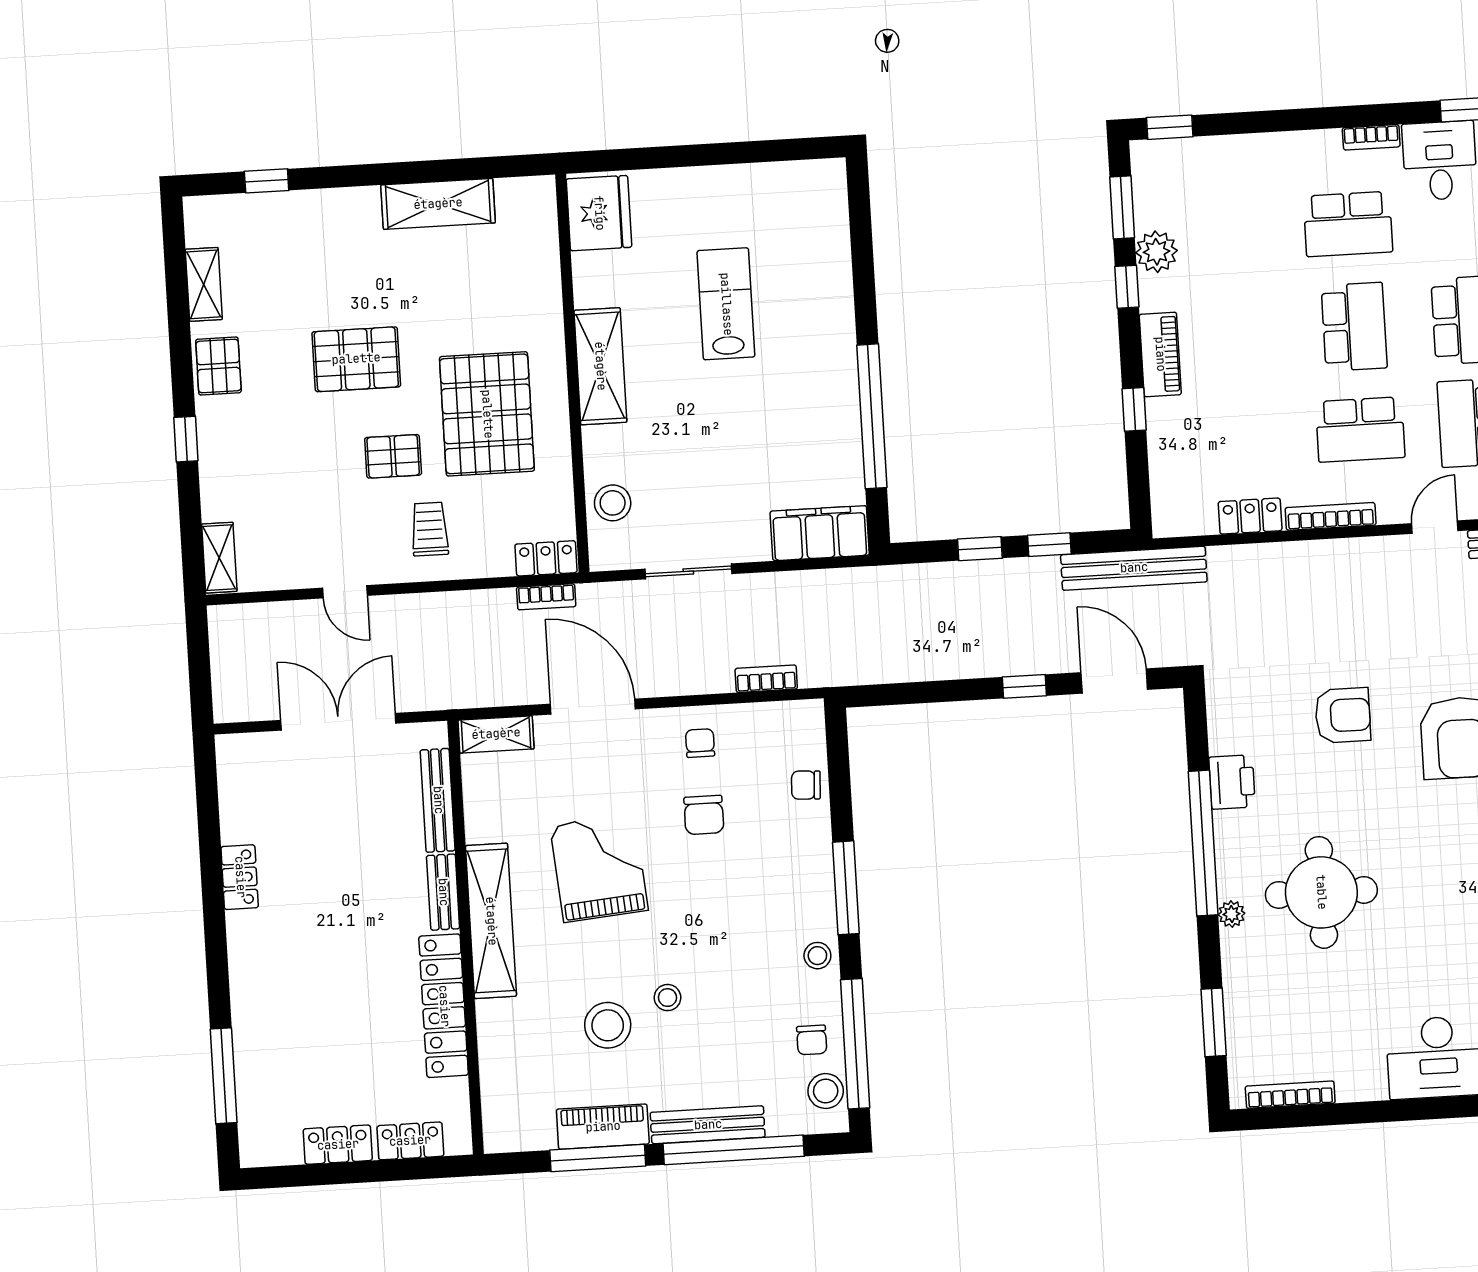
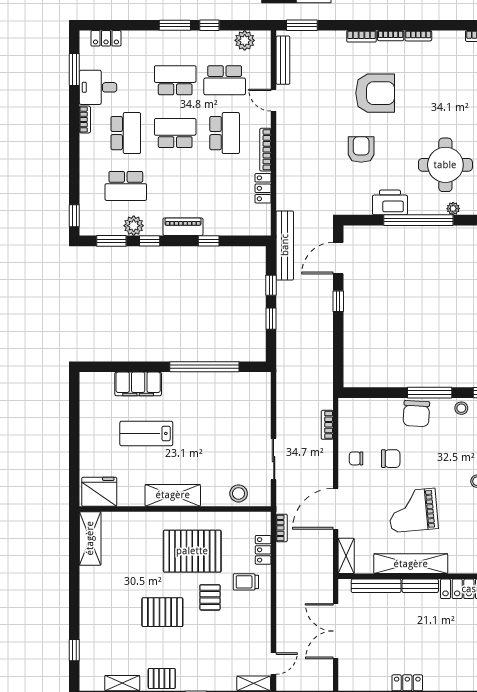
shelving: (438, 204) -> (90, 538), moved
school desk: (1238, 230) -> (126, 186), added
pallet: (356, 359) -> (162, 612), turned 90
filing cabinet: (820, 533) -> (138, 384), moved, turned -90
locker: (546, 558) -> (263, 550), moved
door: (345, 592) -> (274, 663), moved
printer: (1232, 782) -> (390, 202), width x1.37, depth x1.19
chair: (806, 785) -> (416, 414), moved, width x1.87, depth x1.87
shelving: (491, 921) -> (411, 564), moved

